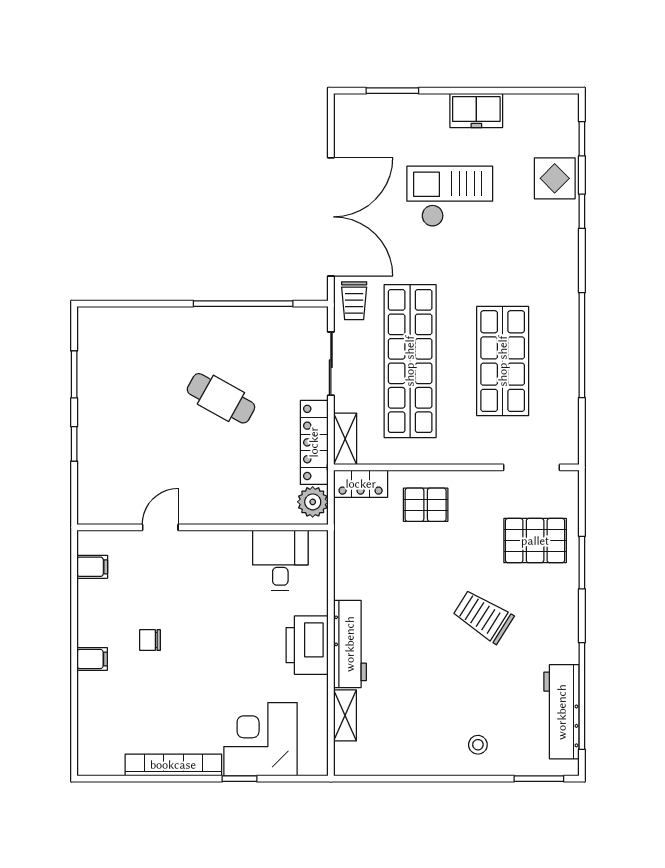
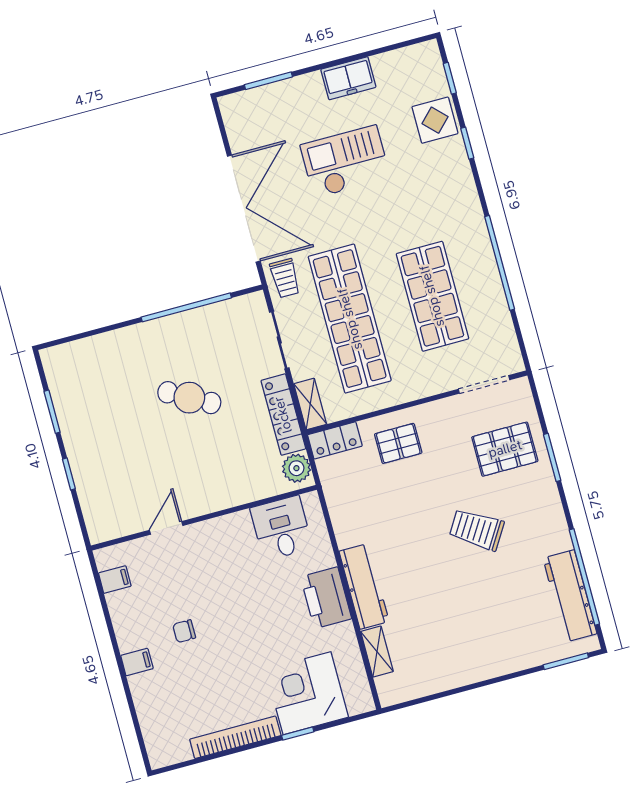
stool: (478, 745) -> (503, 646), removed

